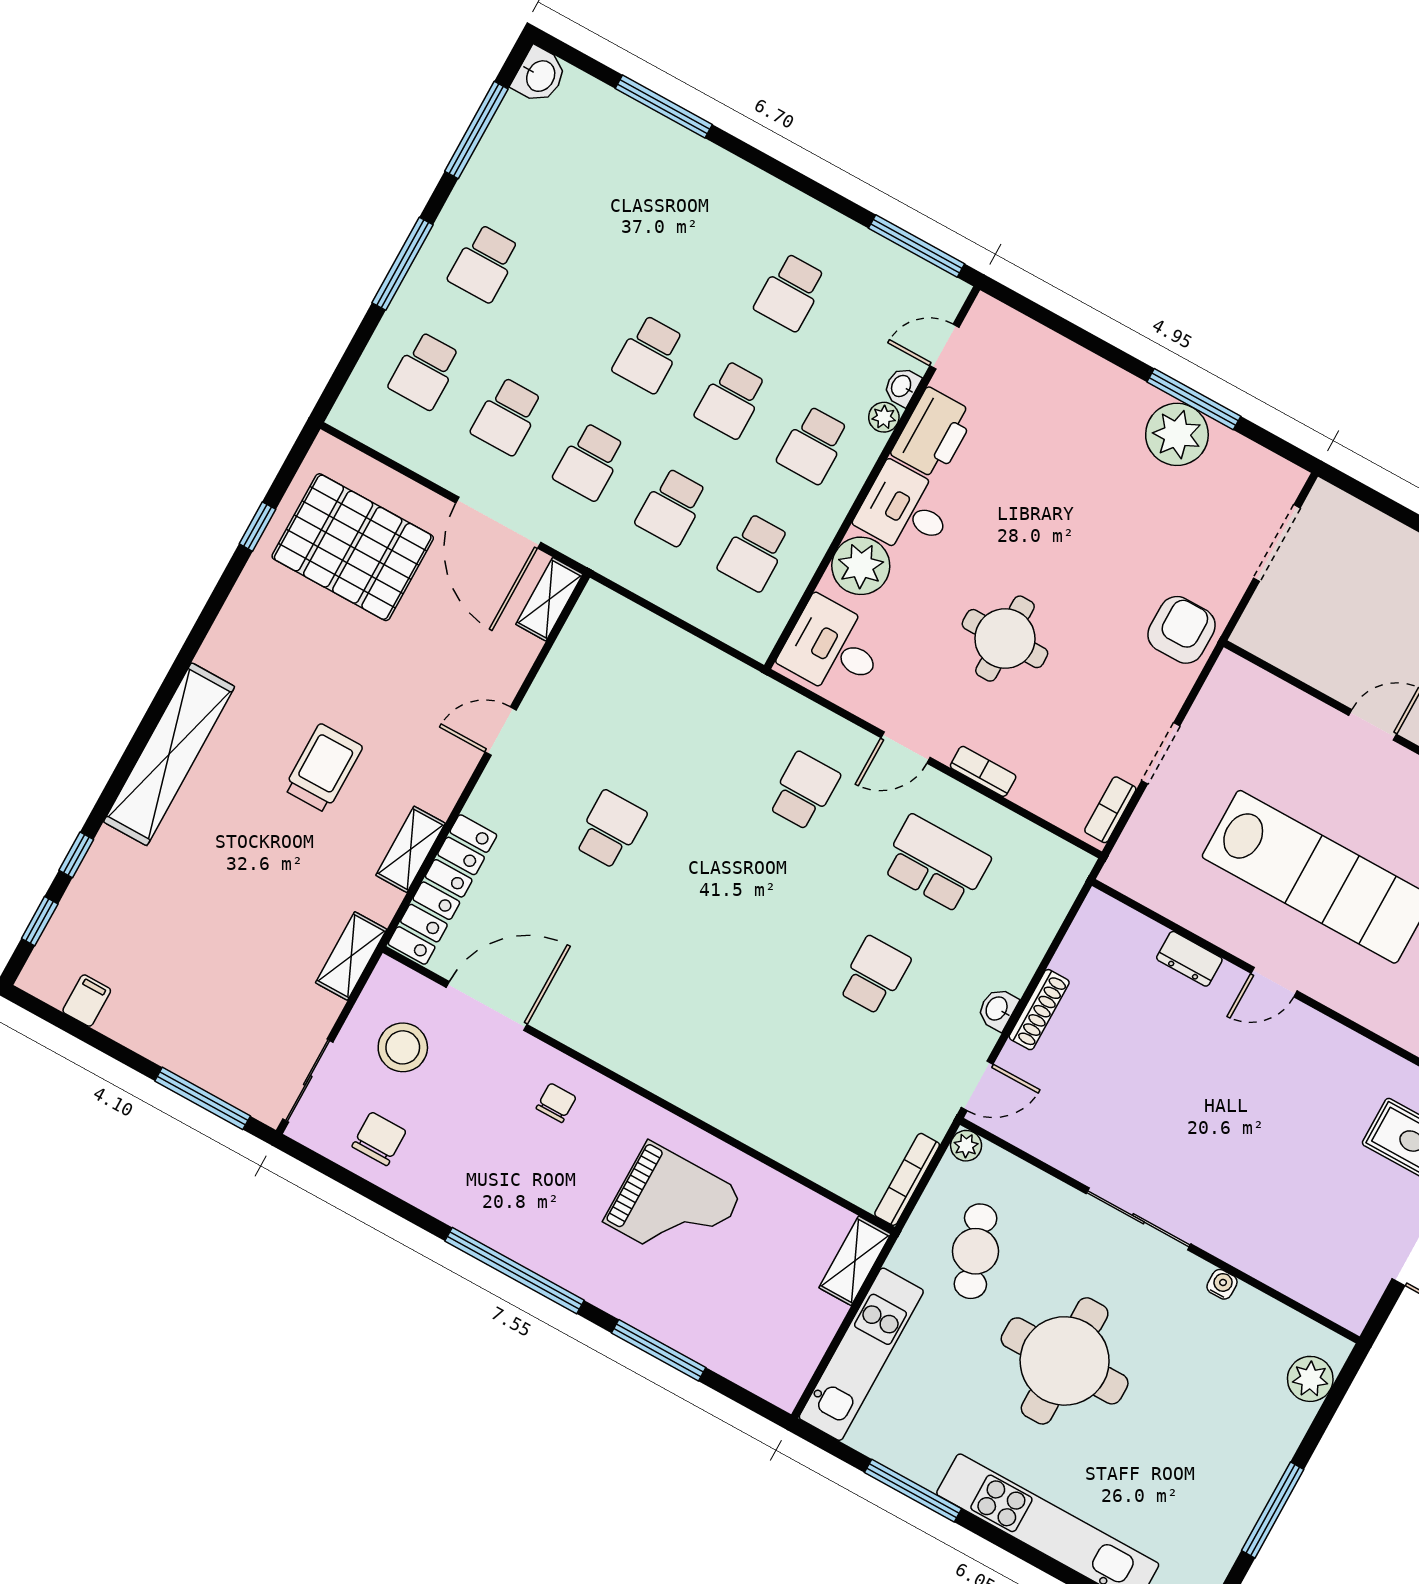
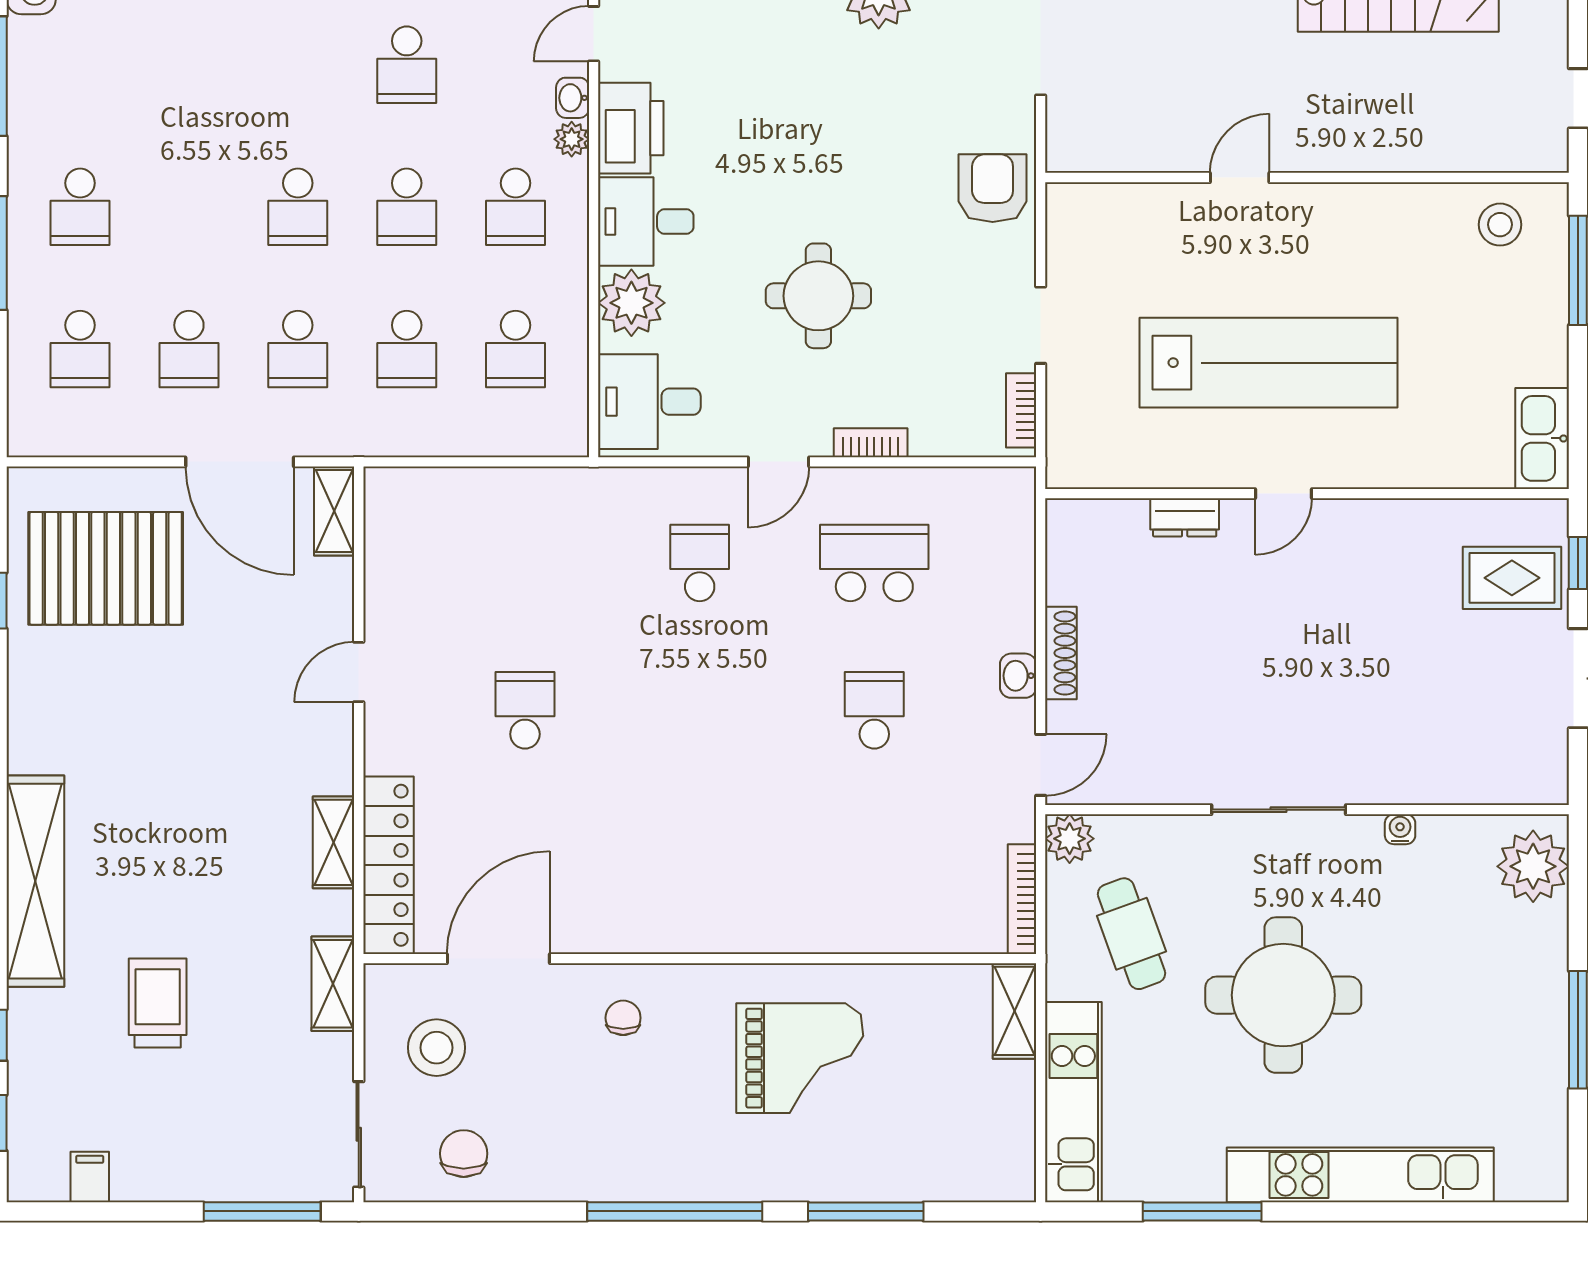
trolley: (323, 768) -> (158, 1003), moved
plant: (966, 1146) -> (1070, 839), width x1.38, depth x1.38
plant: (1310, 1379) -> (1533, 866), width x1.36, depth x1.36

